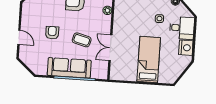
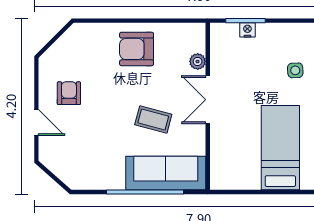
armchair: (52, 33) -> (69, 93), moved
double door: (110, 48) -> (208, 100), moved
sofa: (69, 68) -> (166, 173), moved

